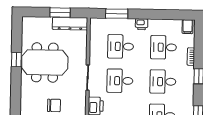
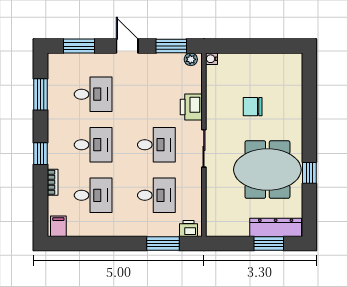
window: (60, 13) -> (269, 243), moved
dresser: (70, 24) -> (276, 227), moved
printer: (142, 24) -> (189, 229), moved

